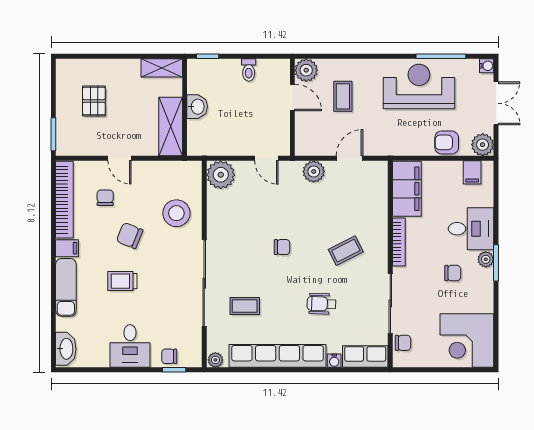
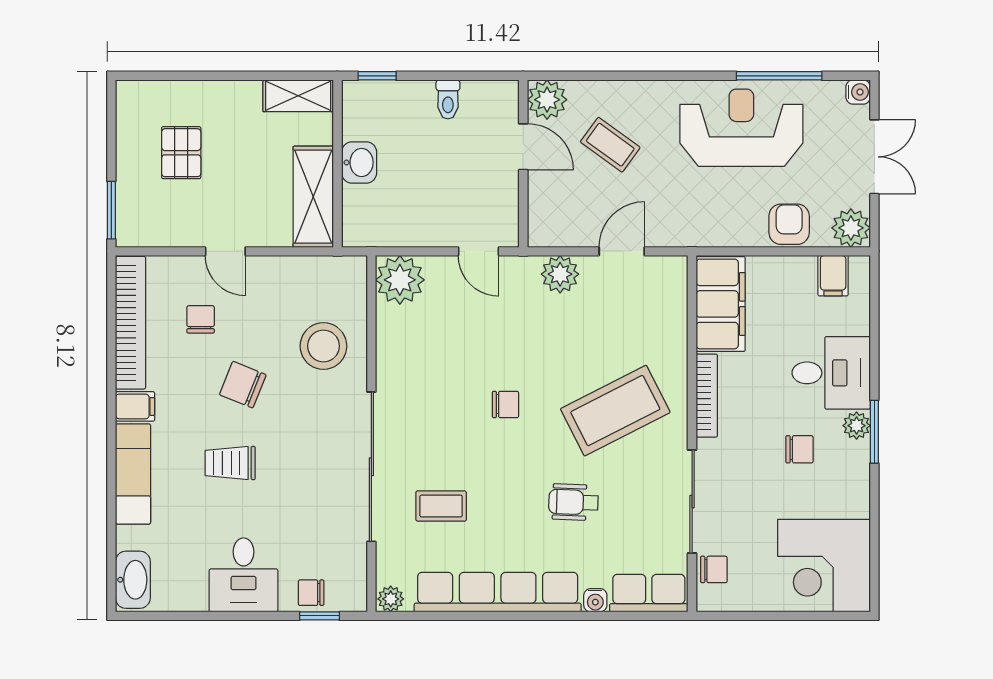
coffee table: (343, 96) -> (610, 145), turned -54
armchair: (447, 142) -> (789, 224), turned 90
coffee table: (346, 251) -> (615, 411), width x1.86, depth x1.72

